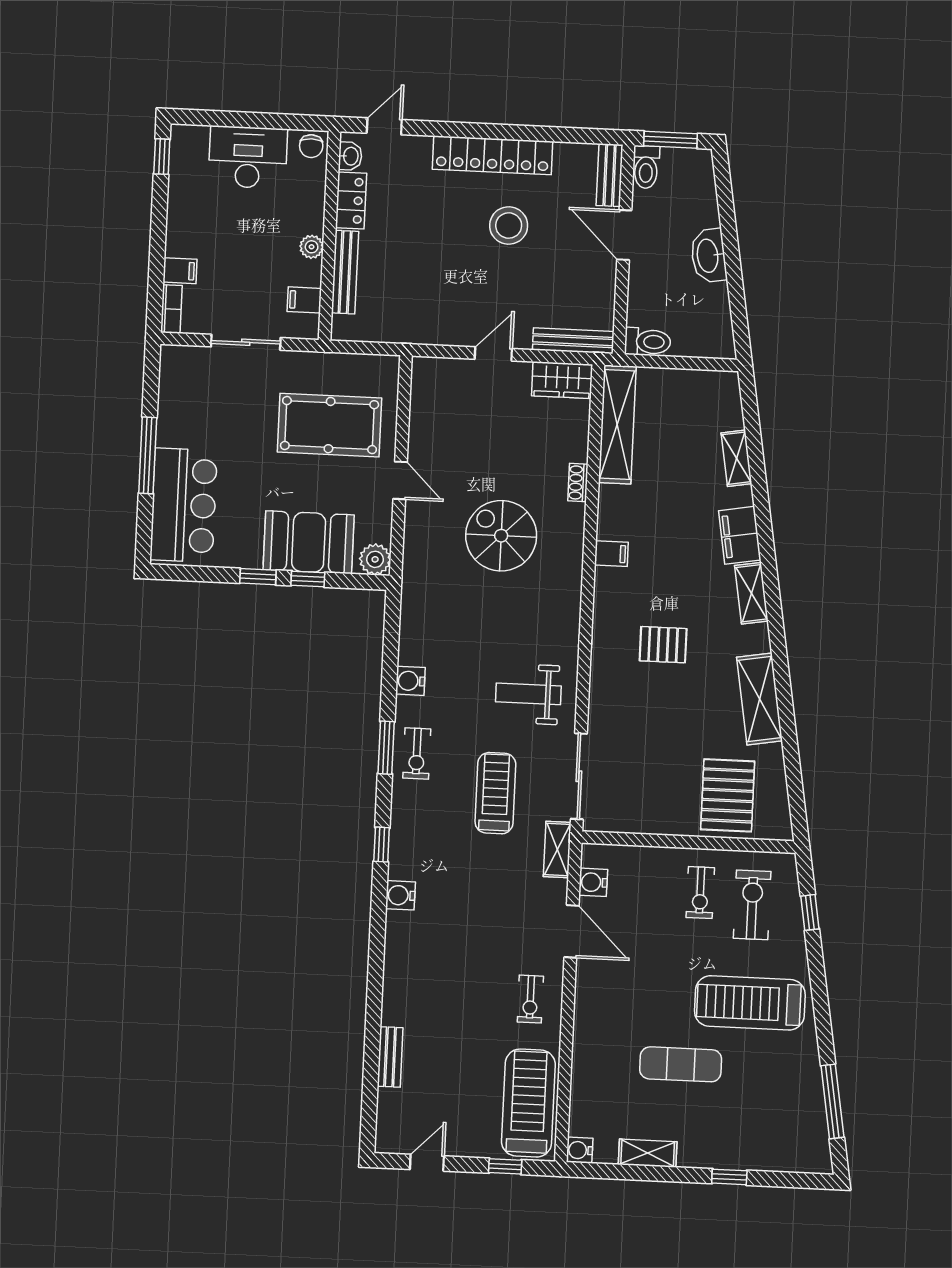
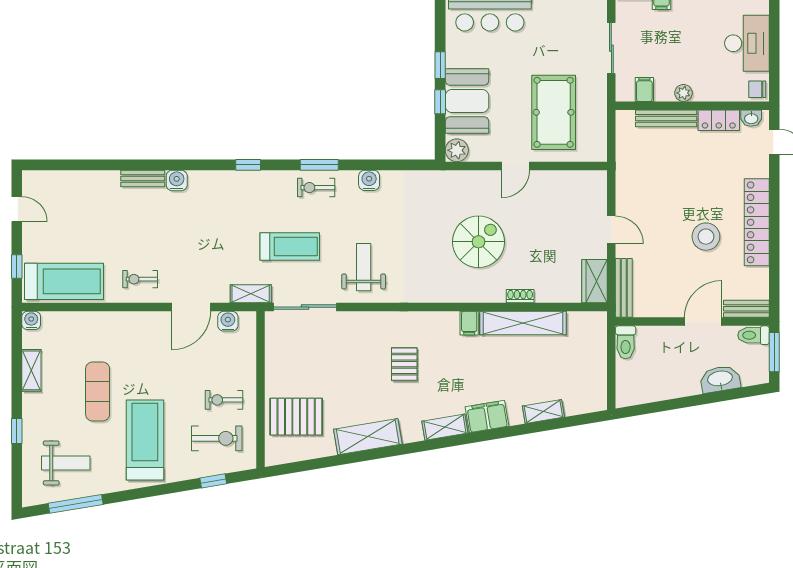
washbasin: (709, 256) -> (720, 379), moved
shelving: (617, 424) -> (523, 323), moved
water cooler: (400, 895) -> (177, 180), moved
bench: (390, 1057) -> (143, 178), moved
weight bench: (776, 1112) -> (66, 463), added

